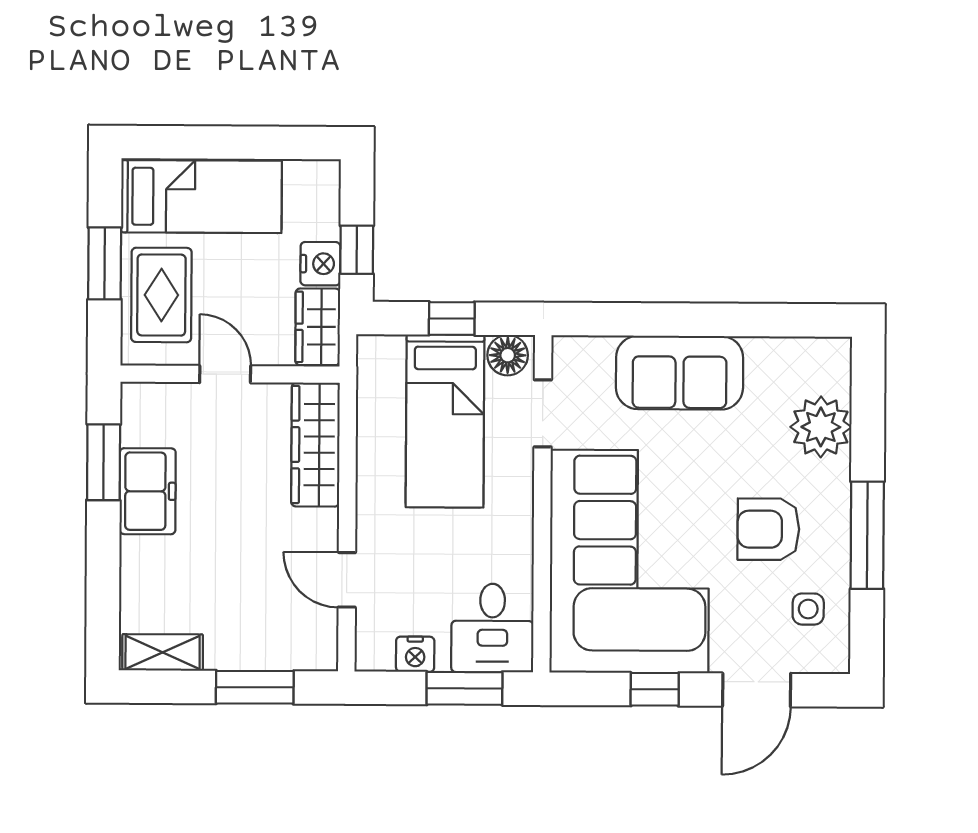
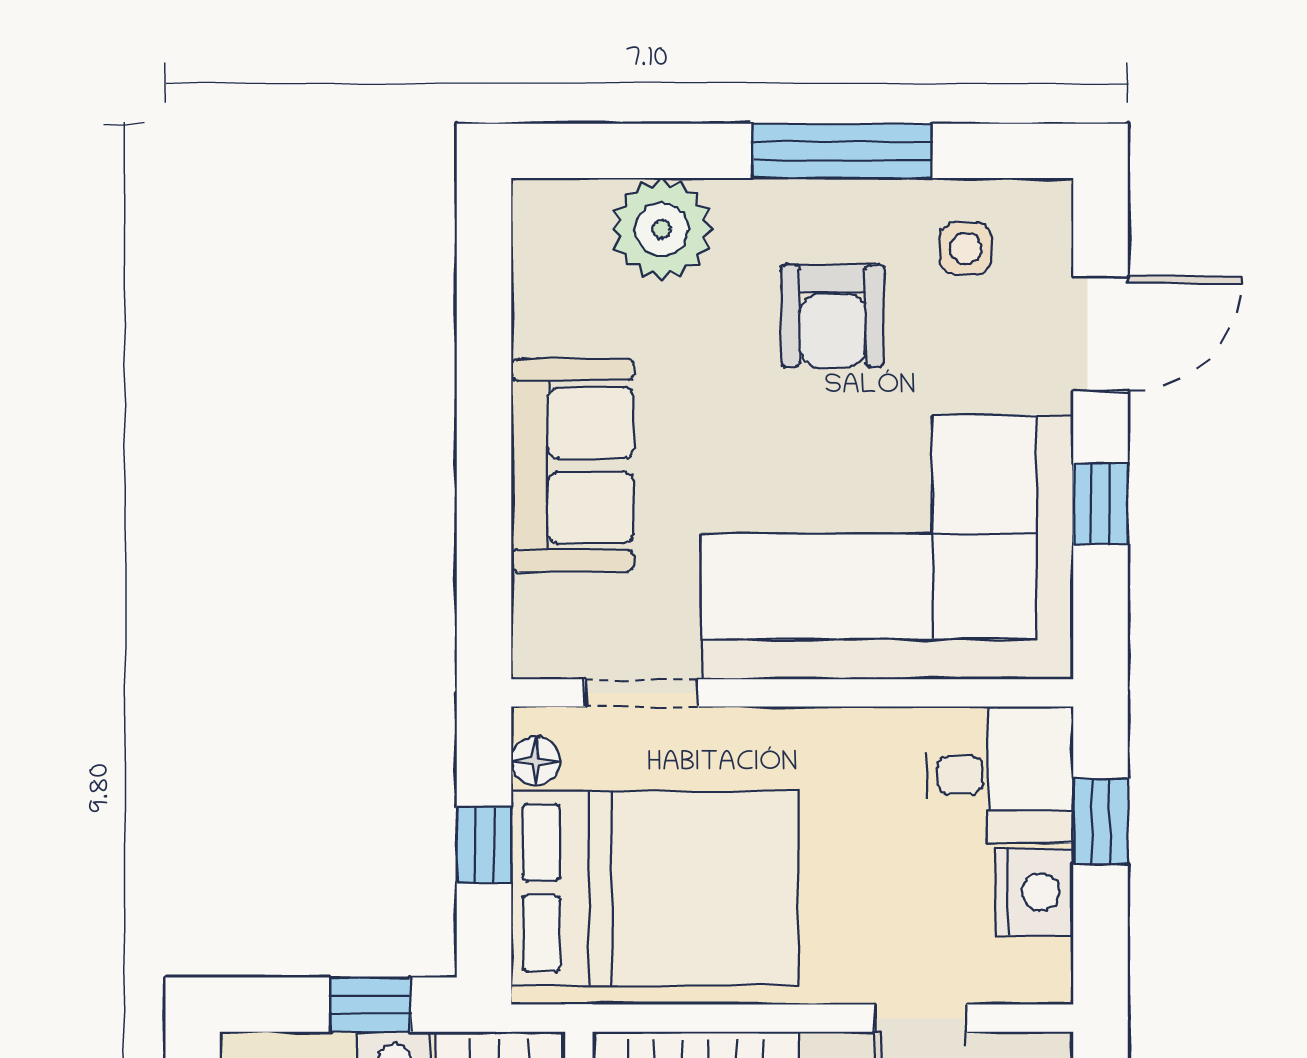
floor lamp: (508, 355) -> (536, 761), width x0.73, depth x0.73
bed: (445, 421) -> (655, 888), width x1.50
nightstand: (415, 654) -> (1035, 892), width x1.36, depth x1.33
window: (464, 688) -> (1101, 821), width x0.67
door: (757, 690) -> (1101, 334), hinge flipped

